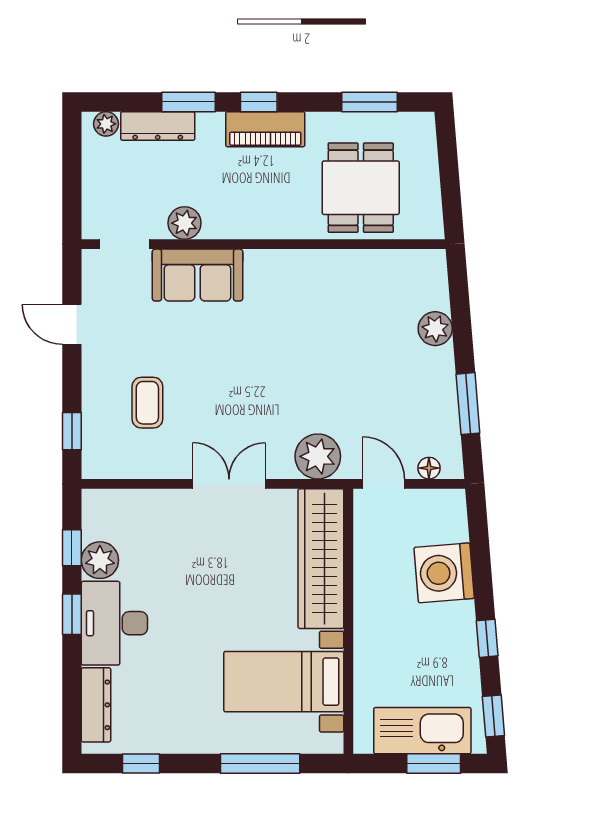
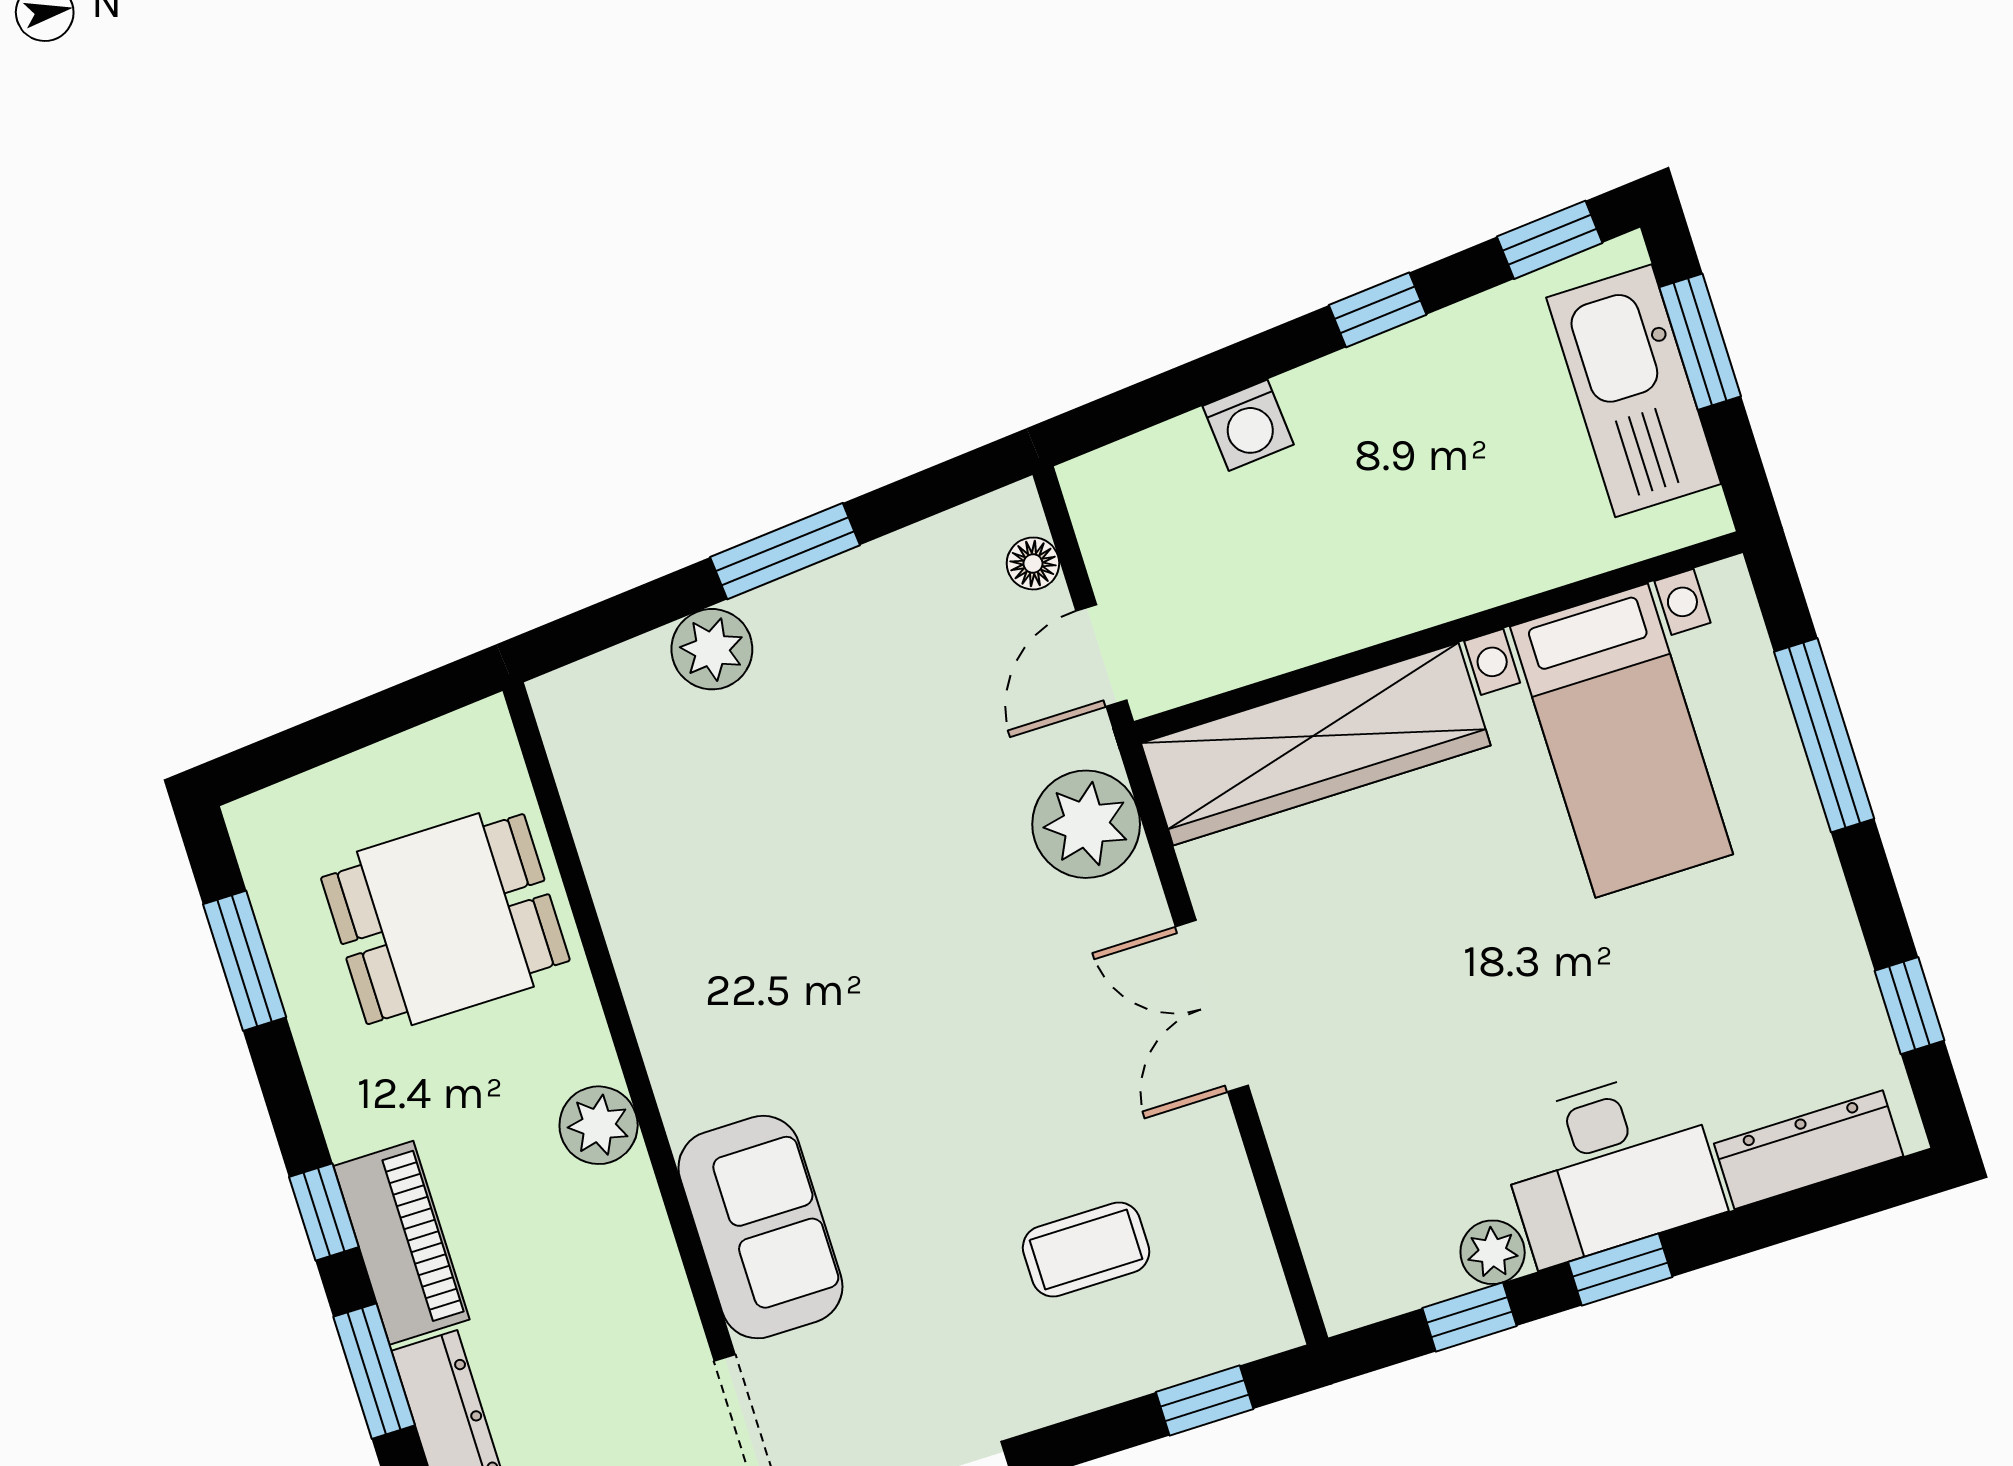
piano: (265, 129) -> (401, 1243), moved
plant: (185, 223) -> (599, 1125), moved
window: (468, 404) -> (785, 551), moved
plant: (100, 560) -> (1493, 1252), width x0.73, depth x0.73
washing machine: (444, 573) -> (1248, 425), width x0.53, depth x0.53

